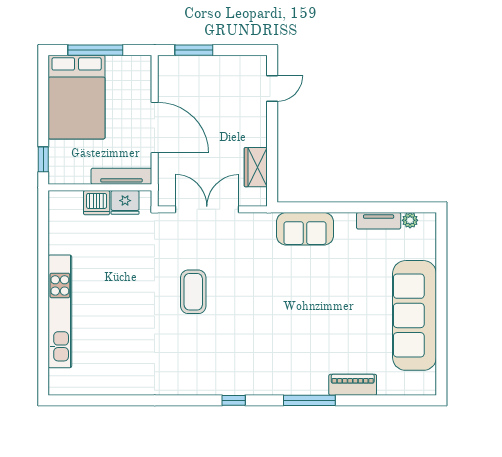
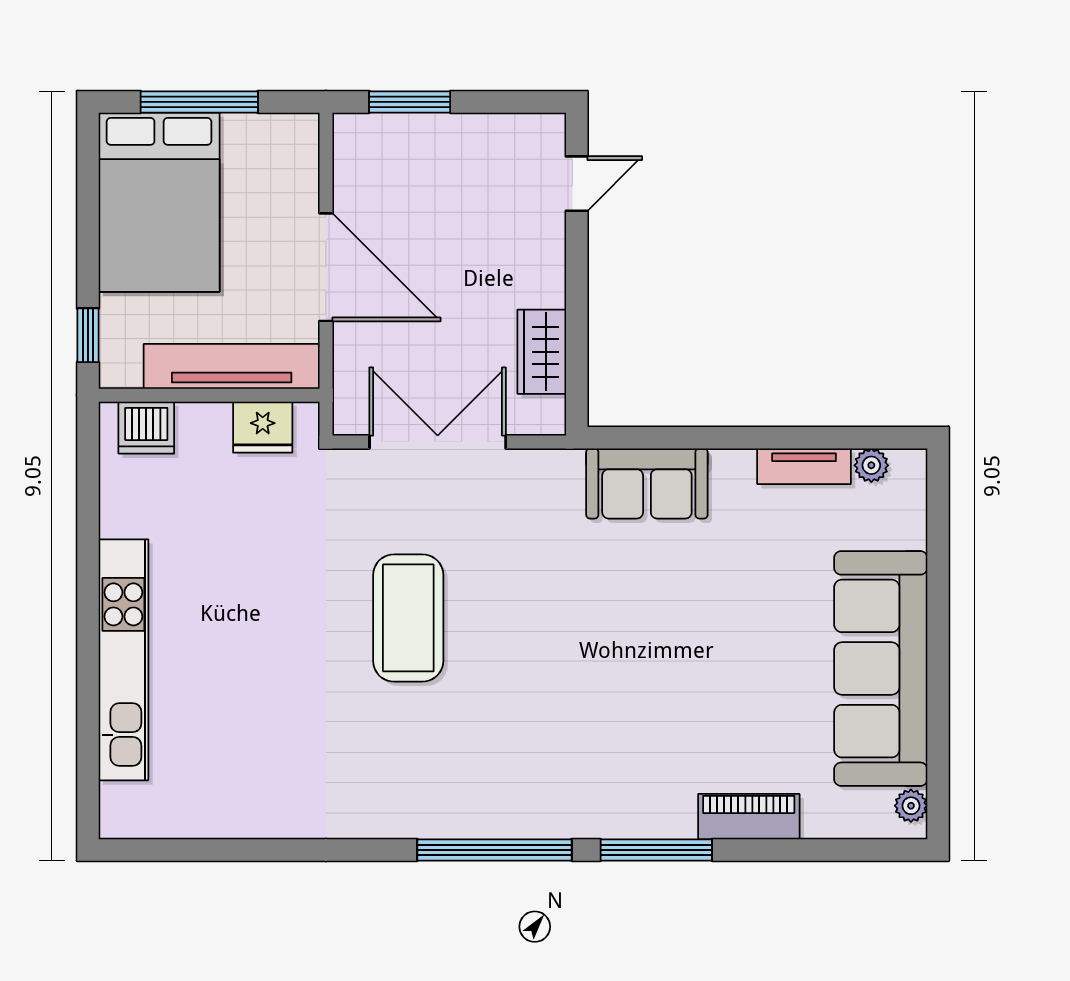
tv unit: (121, 176) -> (232, 366), width x1.36, depth x1.29
dishwasher: (97, 203) -> (146, 428), moved
coffee table: (193, 292) -> (408, 618), width x1.36, depth x1.32
plant: (429, 380) -> (911, 806), added
window: (234, 400) -> (494, 850), width x3.17

